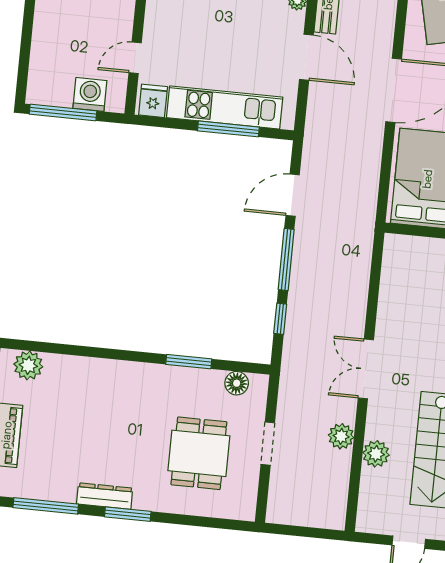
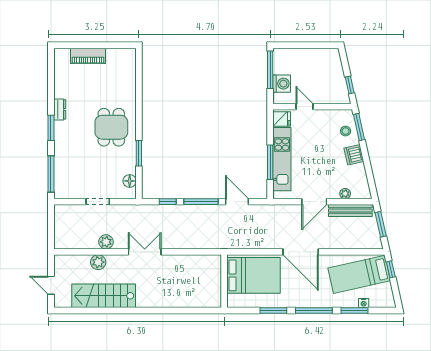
plant: (28, 365) -> (128, 64), removed
dining table: (199, 453) -> (111, 127), moved, turned 90
dresser: (105, 496) -> (60, 109), width x0.70
window: (46, 506) -> (51, 174), moved

